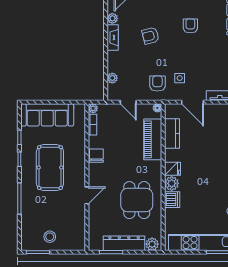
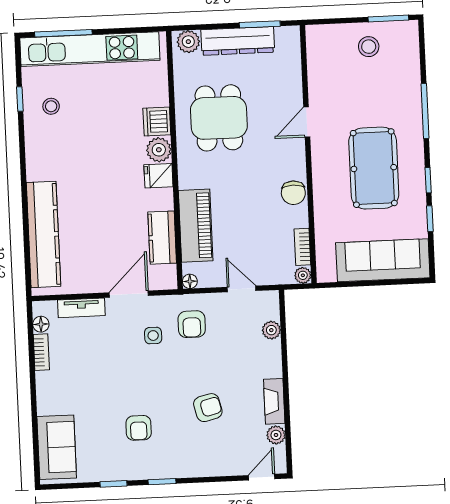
door: (192, 102) -> (129, 294), hinge flipped

